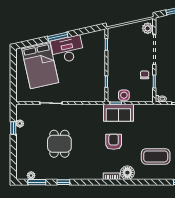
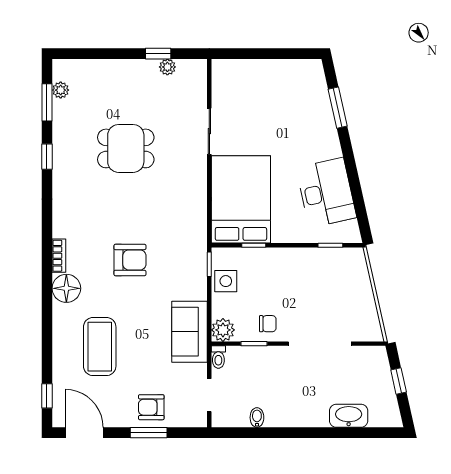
plant: (148, 28) -> (223, 330), moved
window: (58, 37) -> (338, 108), moved
desk: (67, 49) -> (326, 193), moved
bed: (40, 65) -> (241, 199), moved, turned 103
sofa: (118, 113) -> (189, 332), moved

